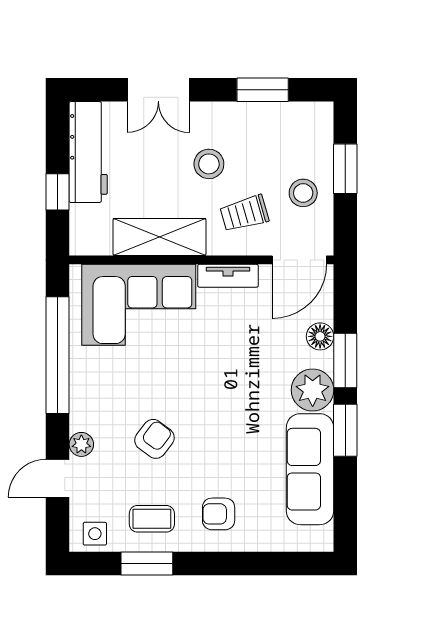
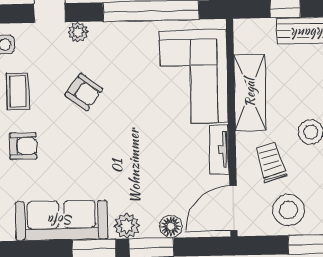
stool: (303, 193) -> (289, 210), width x1.38, depth x1.38
door: (299, 260) -> (233, 208), hinge flipped
plant: (313, 390) -> (127, 226), width x0.73, depth x0.73
armchair: (219, 514) -> (23, 146), turned 90

